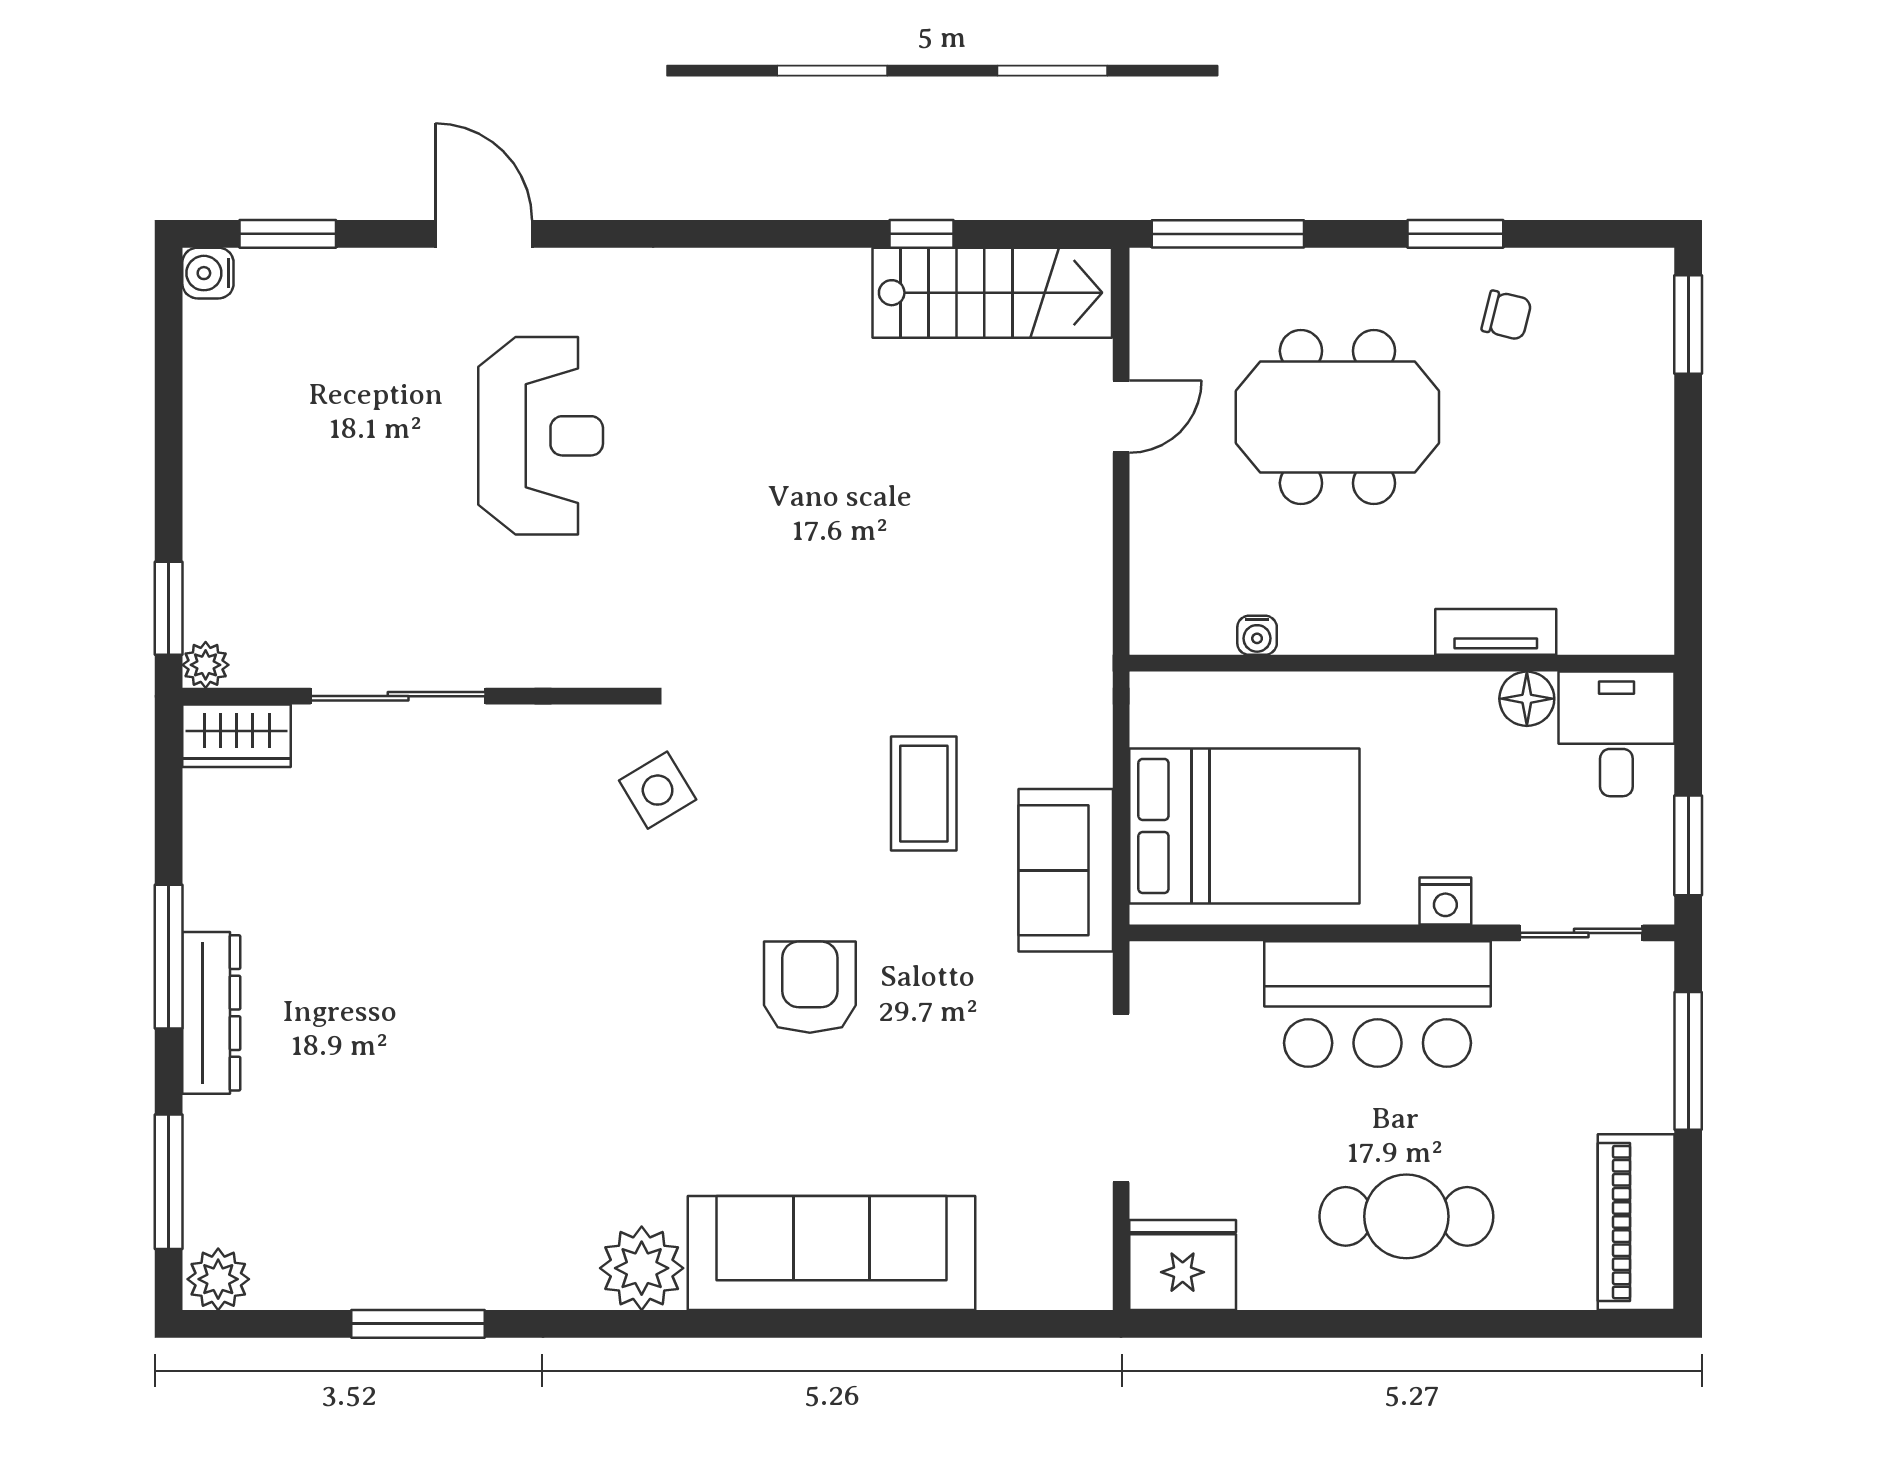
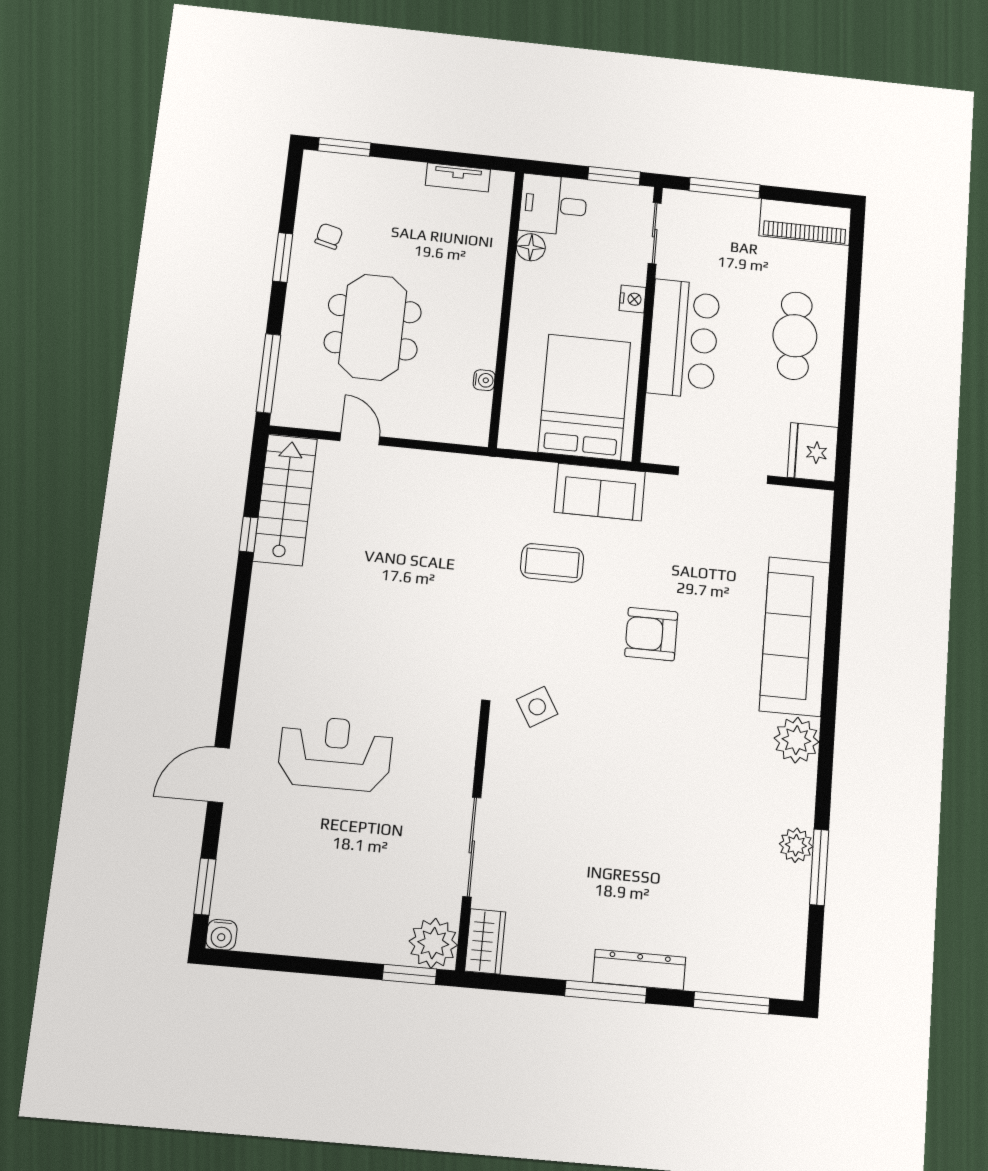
tv unit: (1496, 632) -> (458, 177), moved, turned -90
plant: (206, 665) -> (433, 943), width x1.88, depth x1.88
plant: (218, 1279) -> (796, 845), moved

